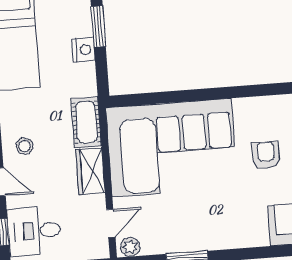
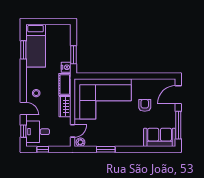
window: (98, 26) -> (74, 55), moved
nightstand: (84, 50) -> (66, 67), moved

